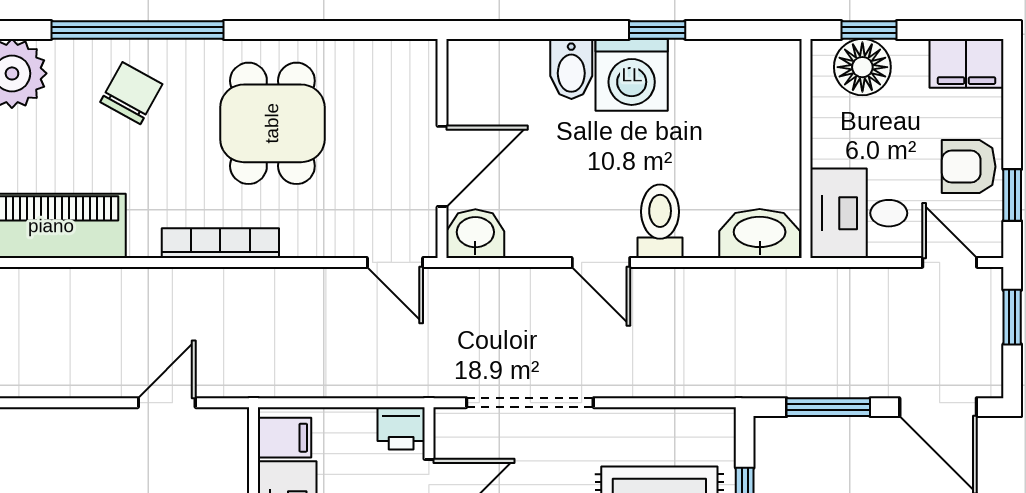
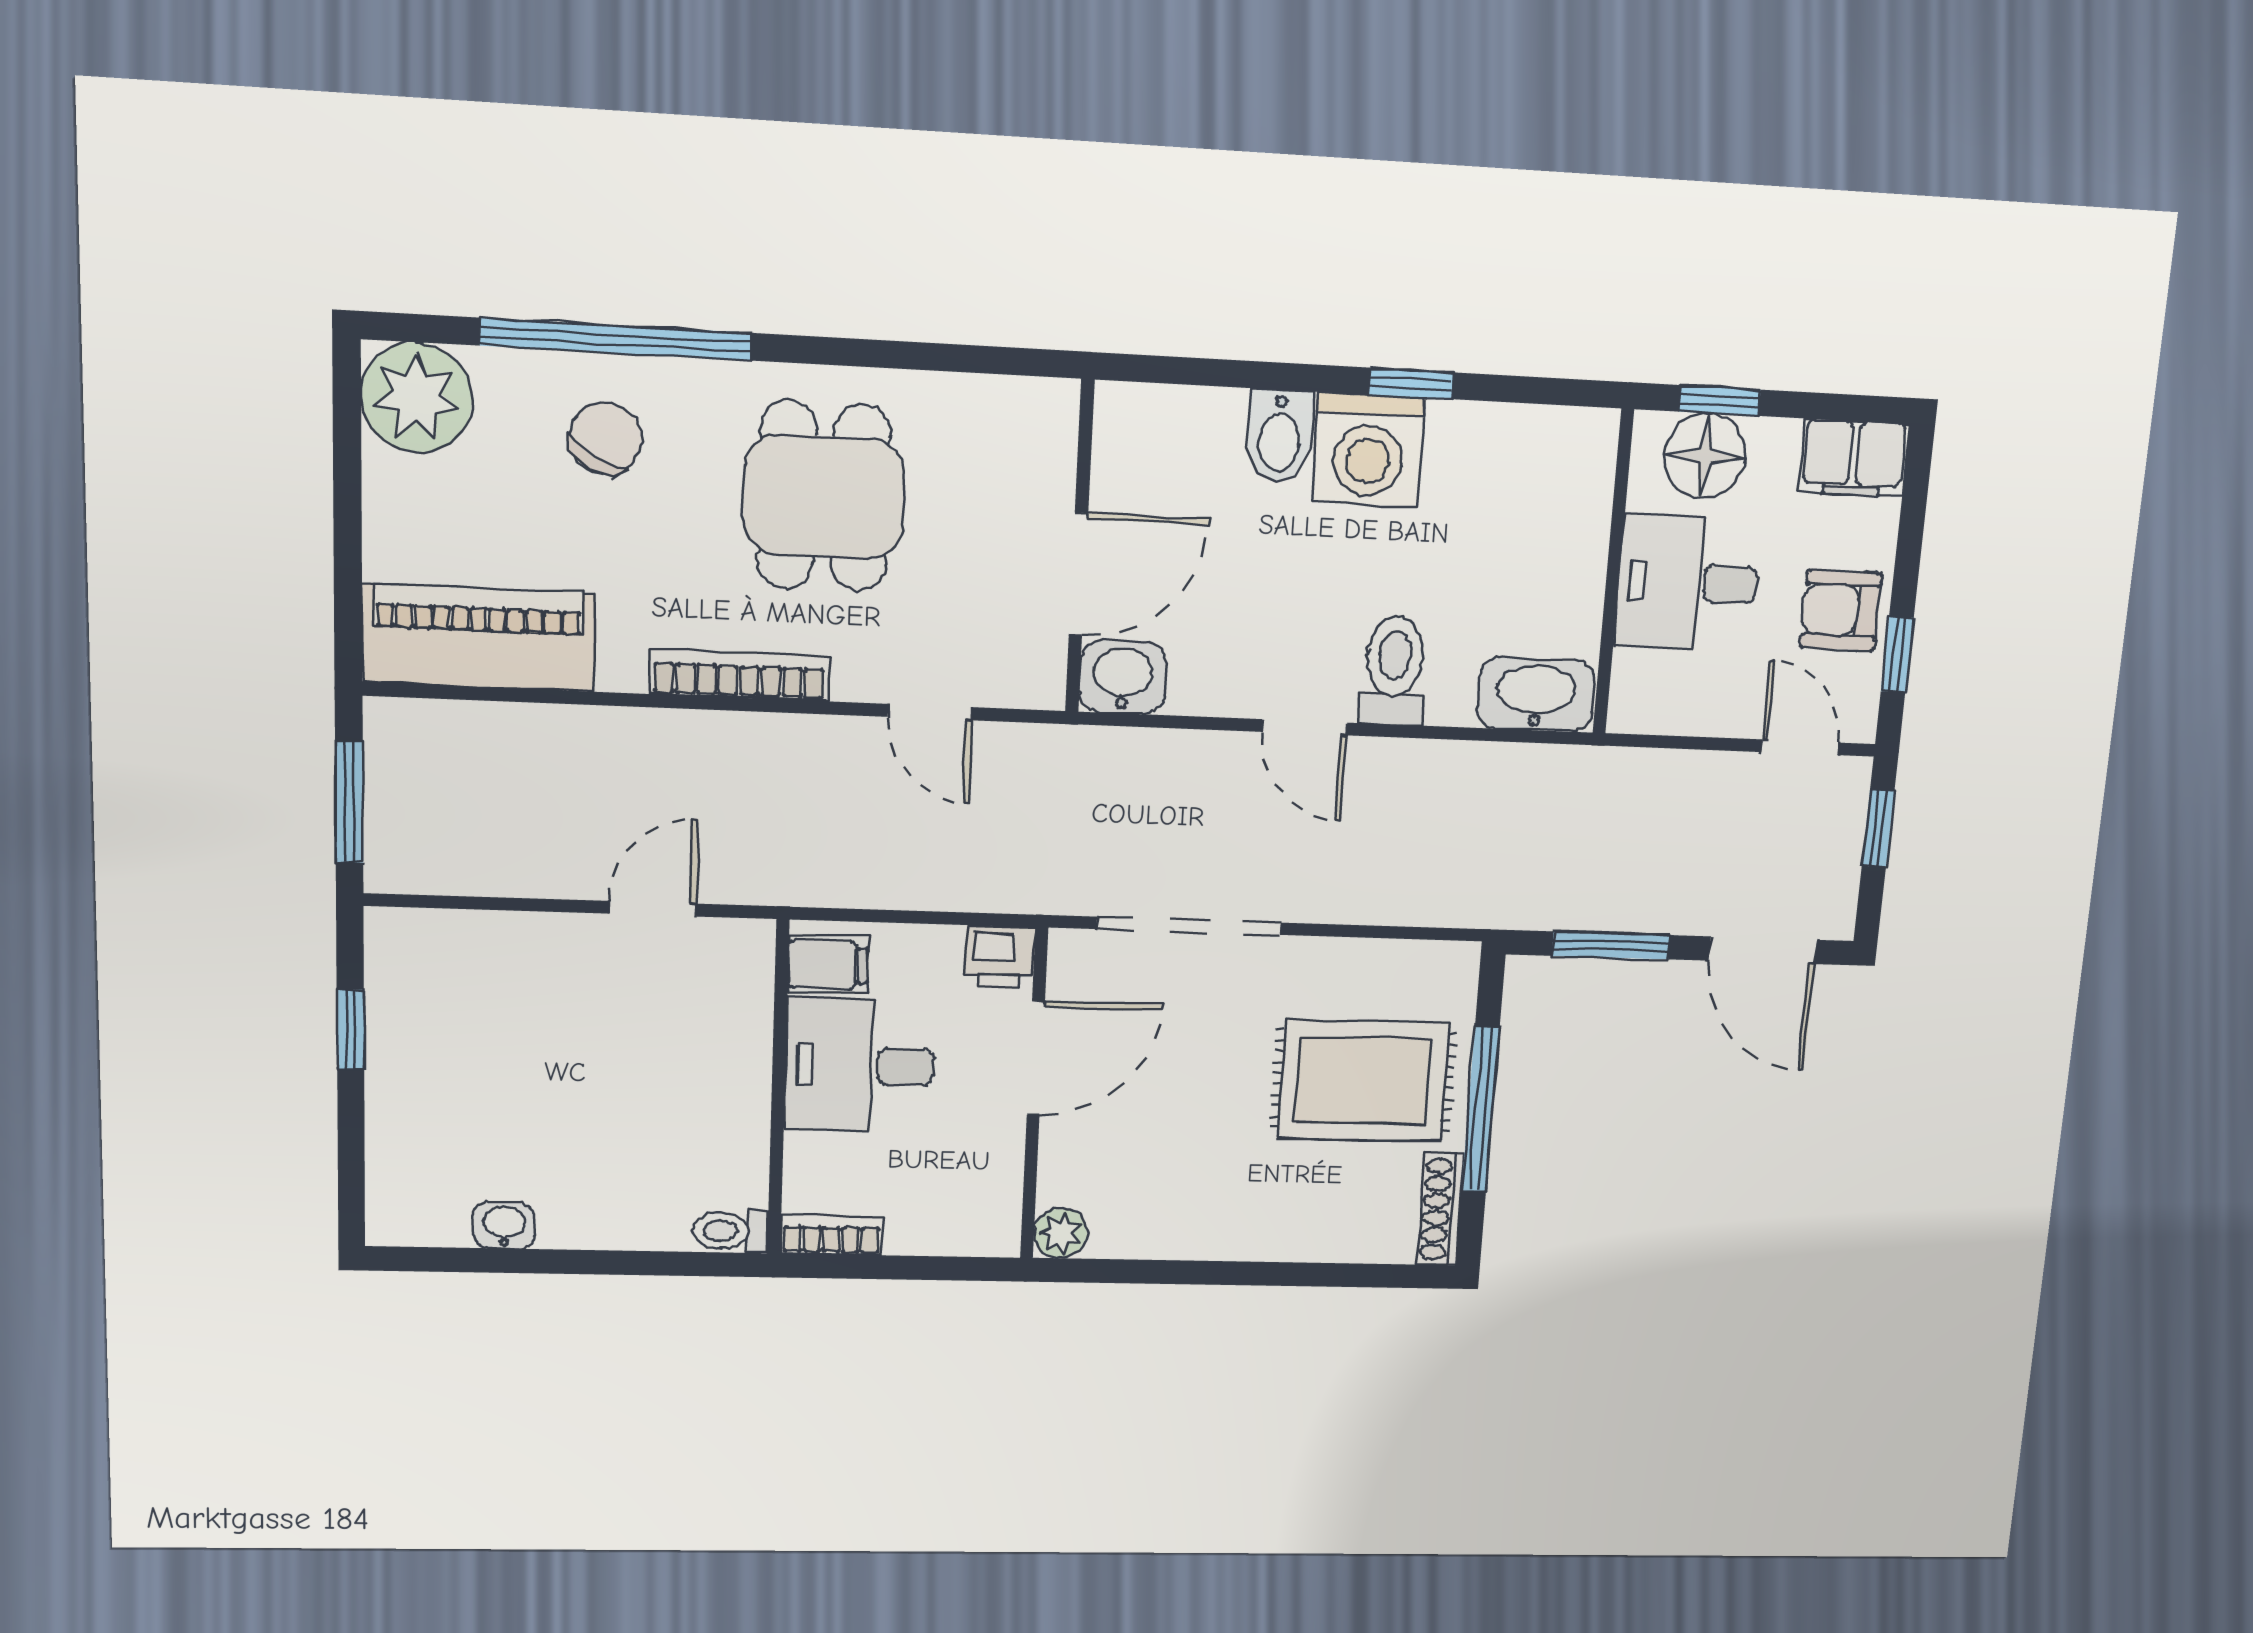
desk: (859, 213) -> (1688, 583), moved
door: (395, 262) -> (930, 712), moved

